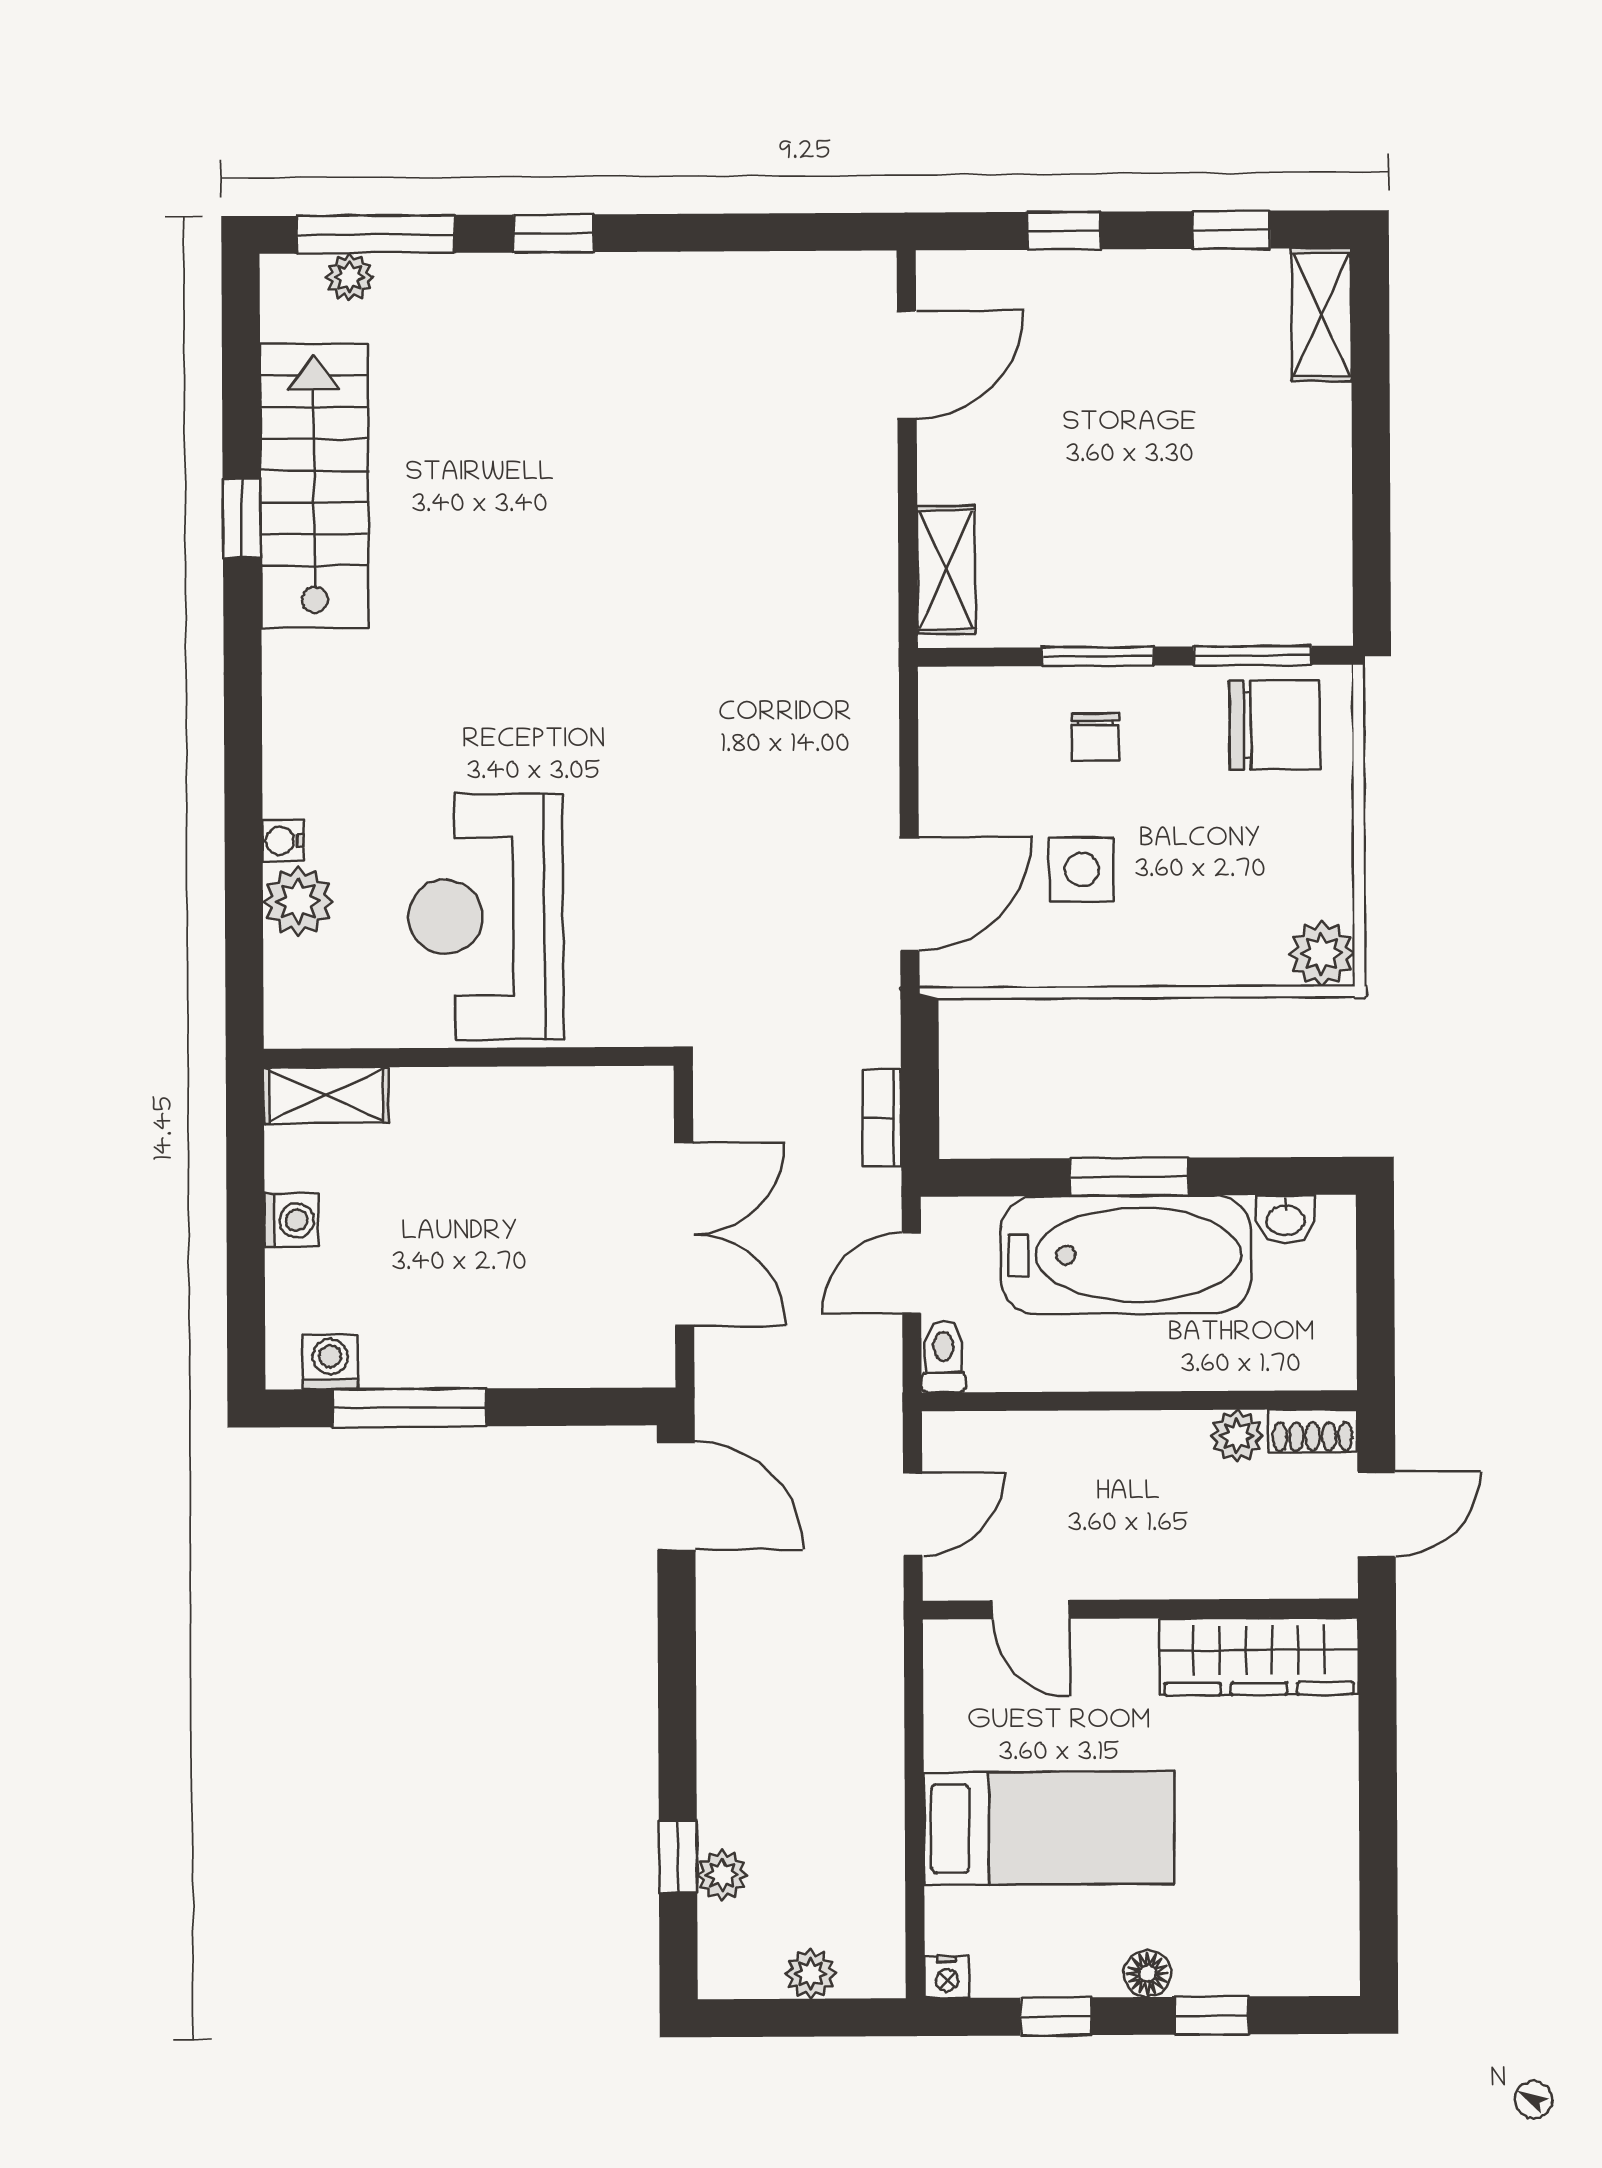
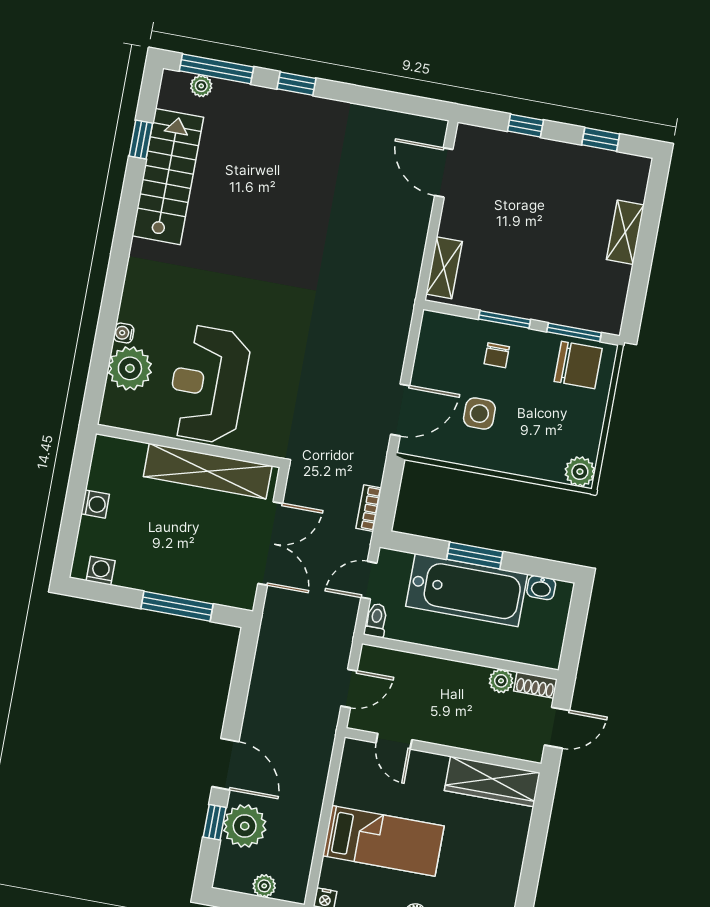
shelving: (1321, 315) -> (625, 232), moved
door: (907, 365) -> (444, 172), swing flipped
window: (242, 518) -> (141, 140), moved
plant: (298, 901) -> (130, 368), width x1.36, depth x1.36
shelving: (326, 1095) -> (208, 471), moved, width x2.20, depth x1.33
window: (409, 1408) -> (177, 606), moved
door: (676, 1496) -> (225, 764), moved
plant: (722, 1875) -> (245, 826), width x1.88, depth x1.88

